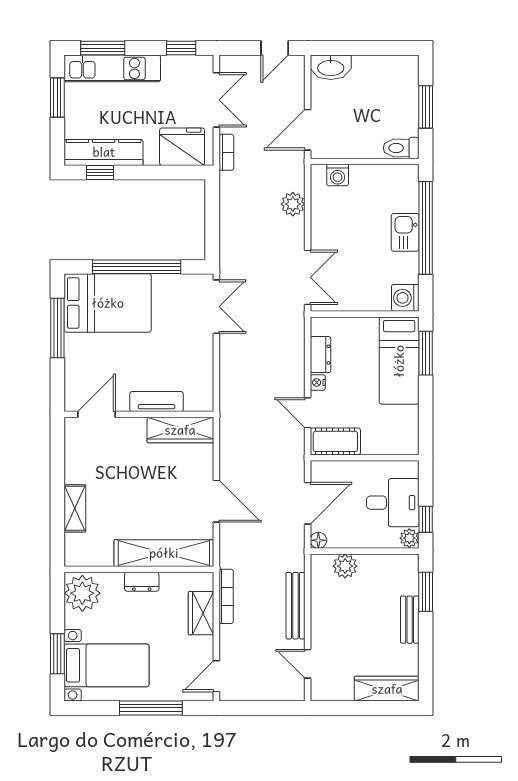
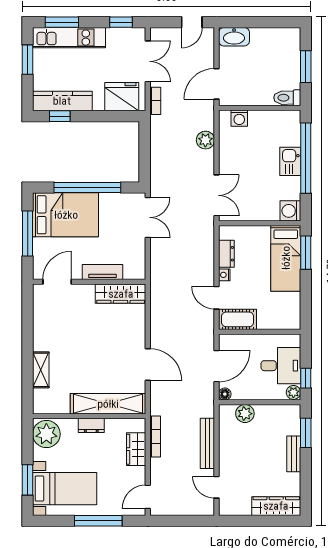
tv unit: (157, 402) -> (102, 272), moved
door: (97, 414) -> (57, 282), moved
wall: (139, 414) -> (89, 282), moved
wardrobe: (180, 430) -> (121, 294), moved

